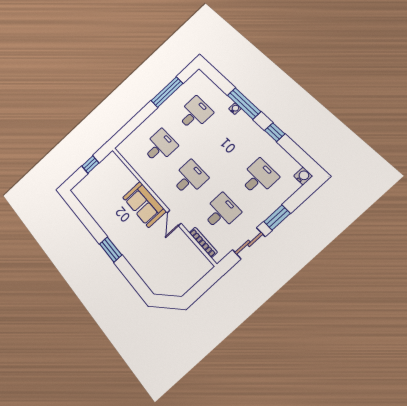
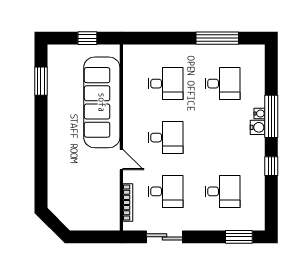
water cooler: (303, 176) -> (258, 127), moved
sofa: (144, 204) -> (102, 102), width x1.85, depth x1.27
window: (277, 217) -> (239, 237), moved
door: (174, 218) -> (121, 160), swing flipped
window: (111, 250) -> (41, 81), moved

